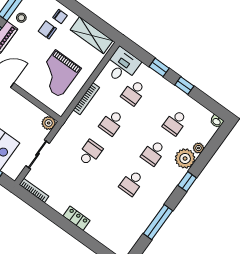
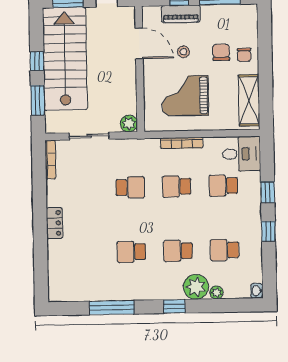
stool: (21, 18) -> (183, 52), moved

